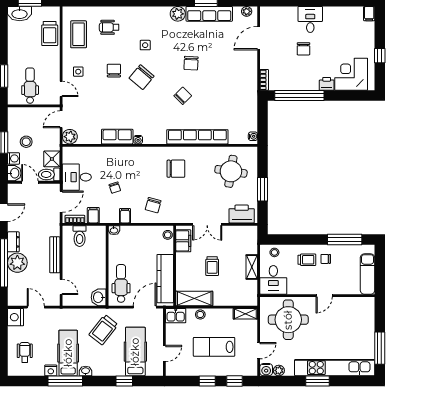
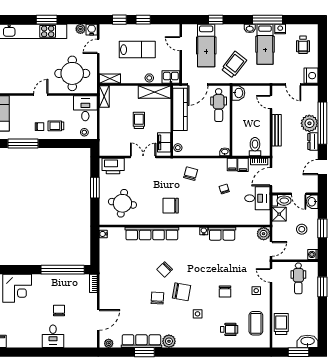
chair: (142, 77) -> (182, 292), moved, turned 60
printer: (327, 84) -> (39, 280), removed
washing machine: (13, 158) -> (313, 254), moved
filing cabinet: (125, 216) -> (232, 164), moved
shelving: (252, 267) -> (104, 96), moved
door: (164, 353) -> (181, 44), hinge flipped

